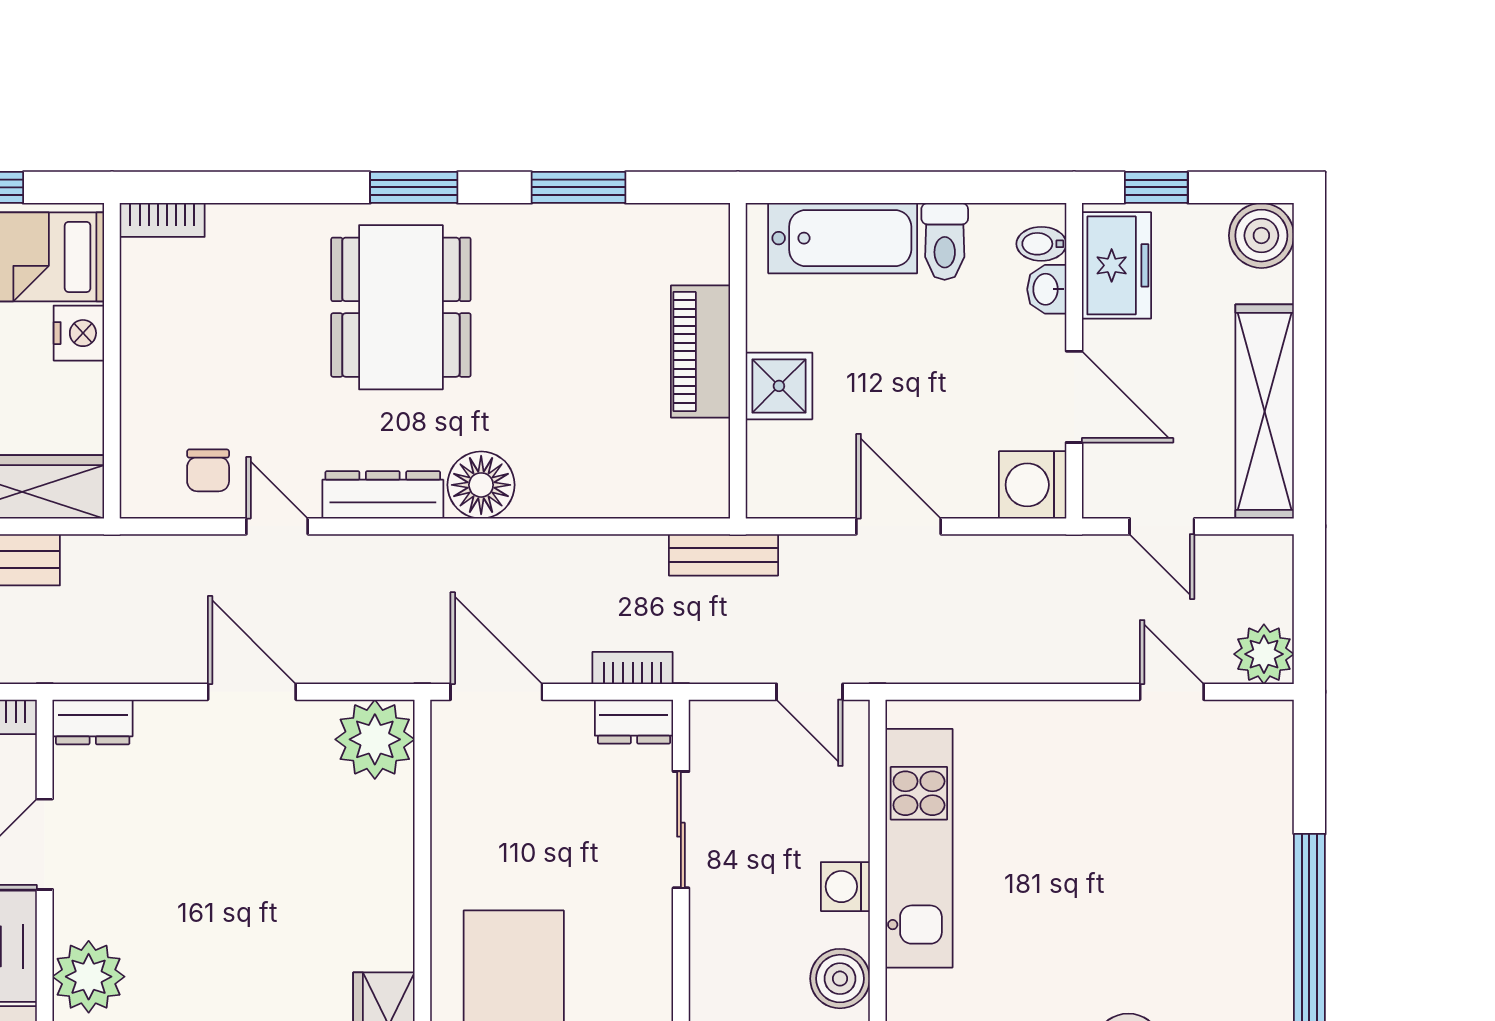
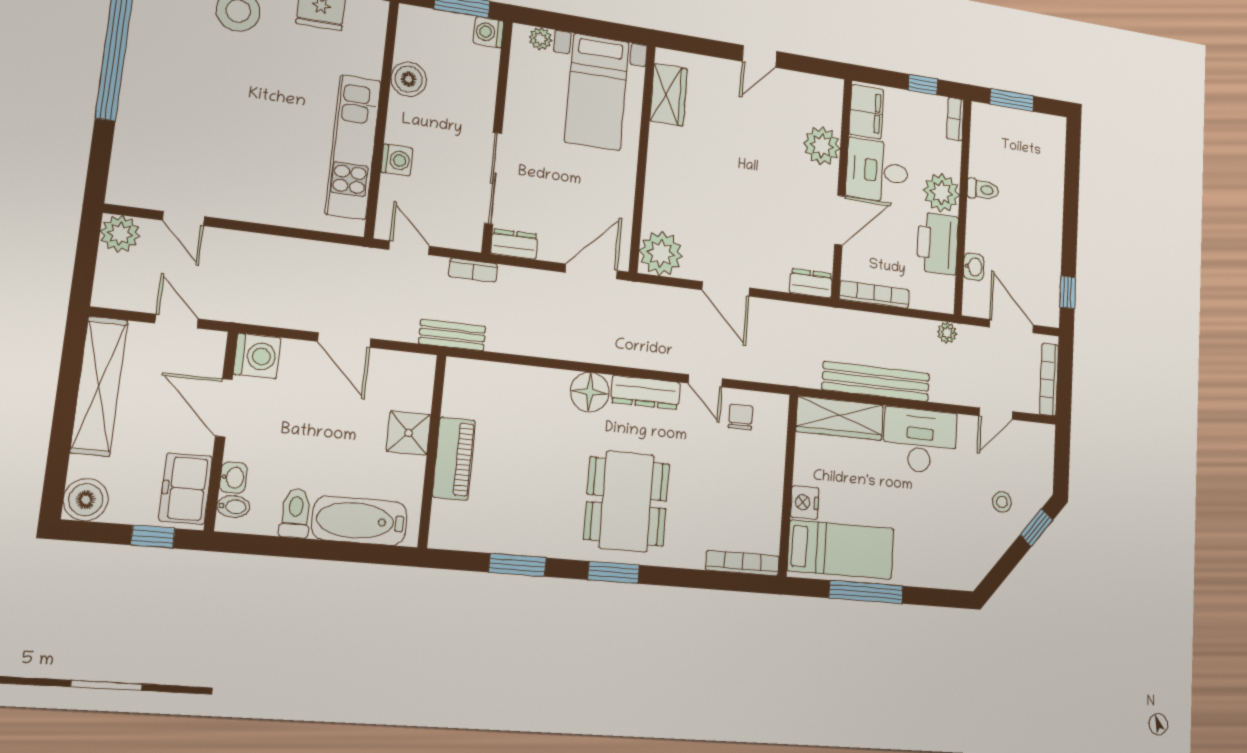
bookcase: (162, 220) -> (743, 563), width x1.56
bookcase: (633, 668) -> (473, 270), moved
door: (496, 692) -> (591, 271), swing flipped
sliding door: (681, 830) -> (493, 178), width x1.37
washing machine: (845, 887) -> (397, 160), moved

